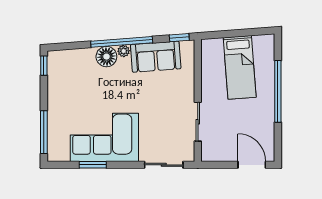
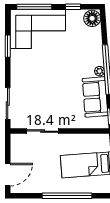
floor lamp: (106, 57) -> (92, 18), moved
window: (44, 66) -> (73, 7), moved
corner sofa: (104, 137) -> (38, 29), moved, turned 90

